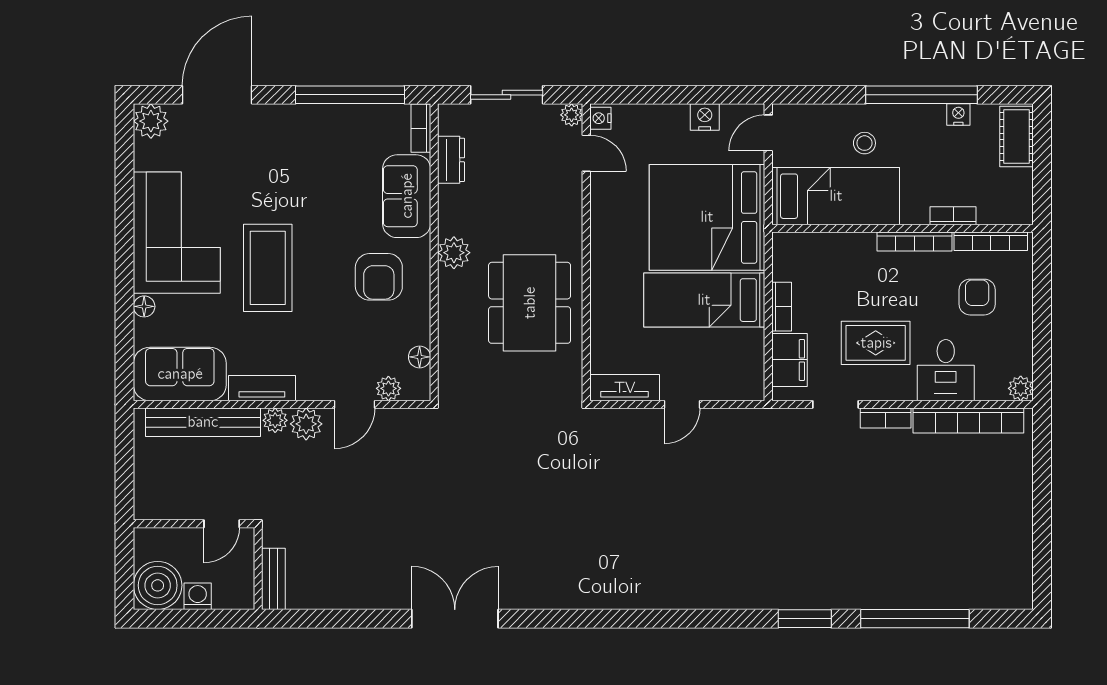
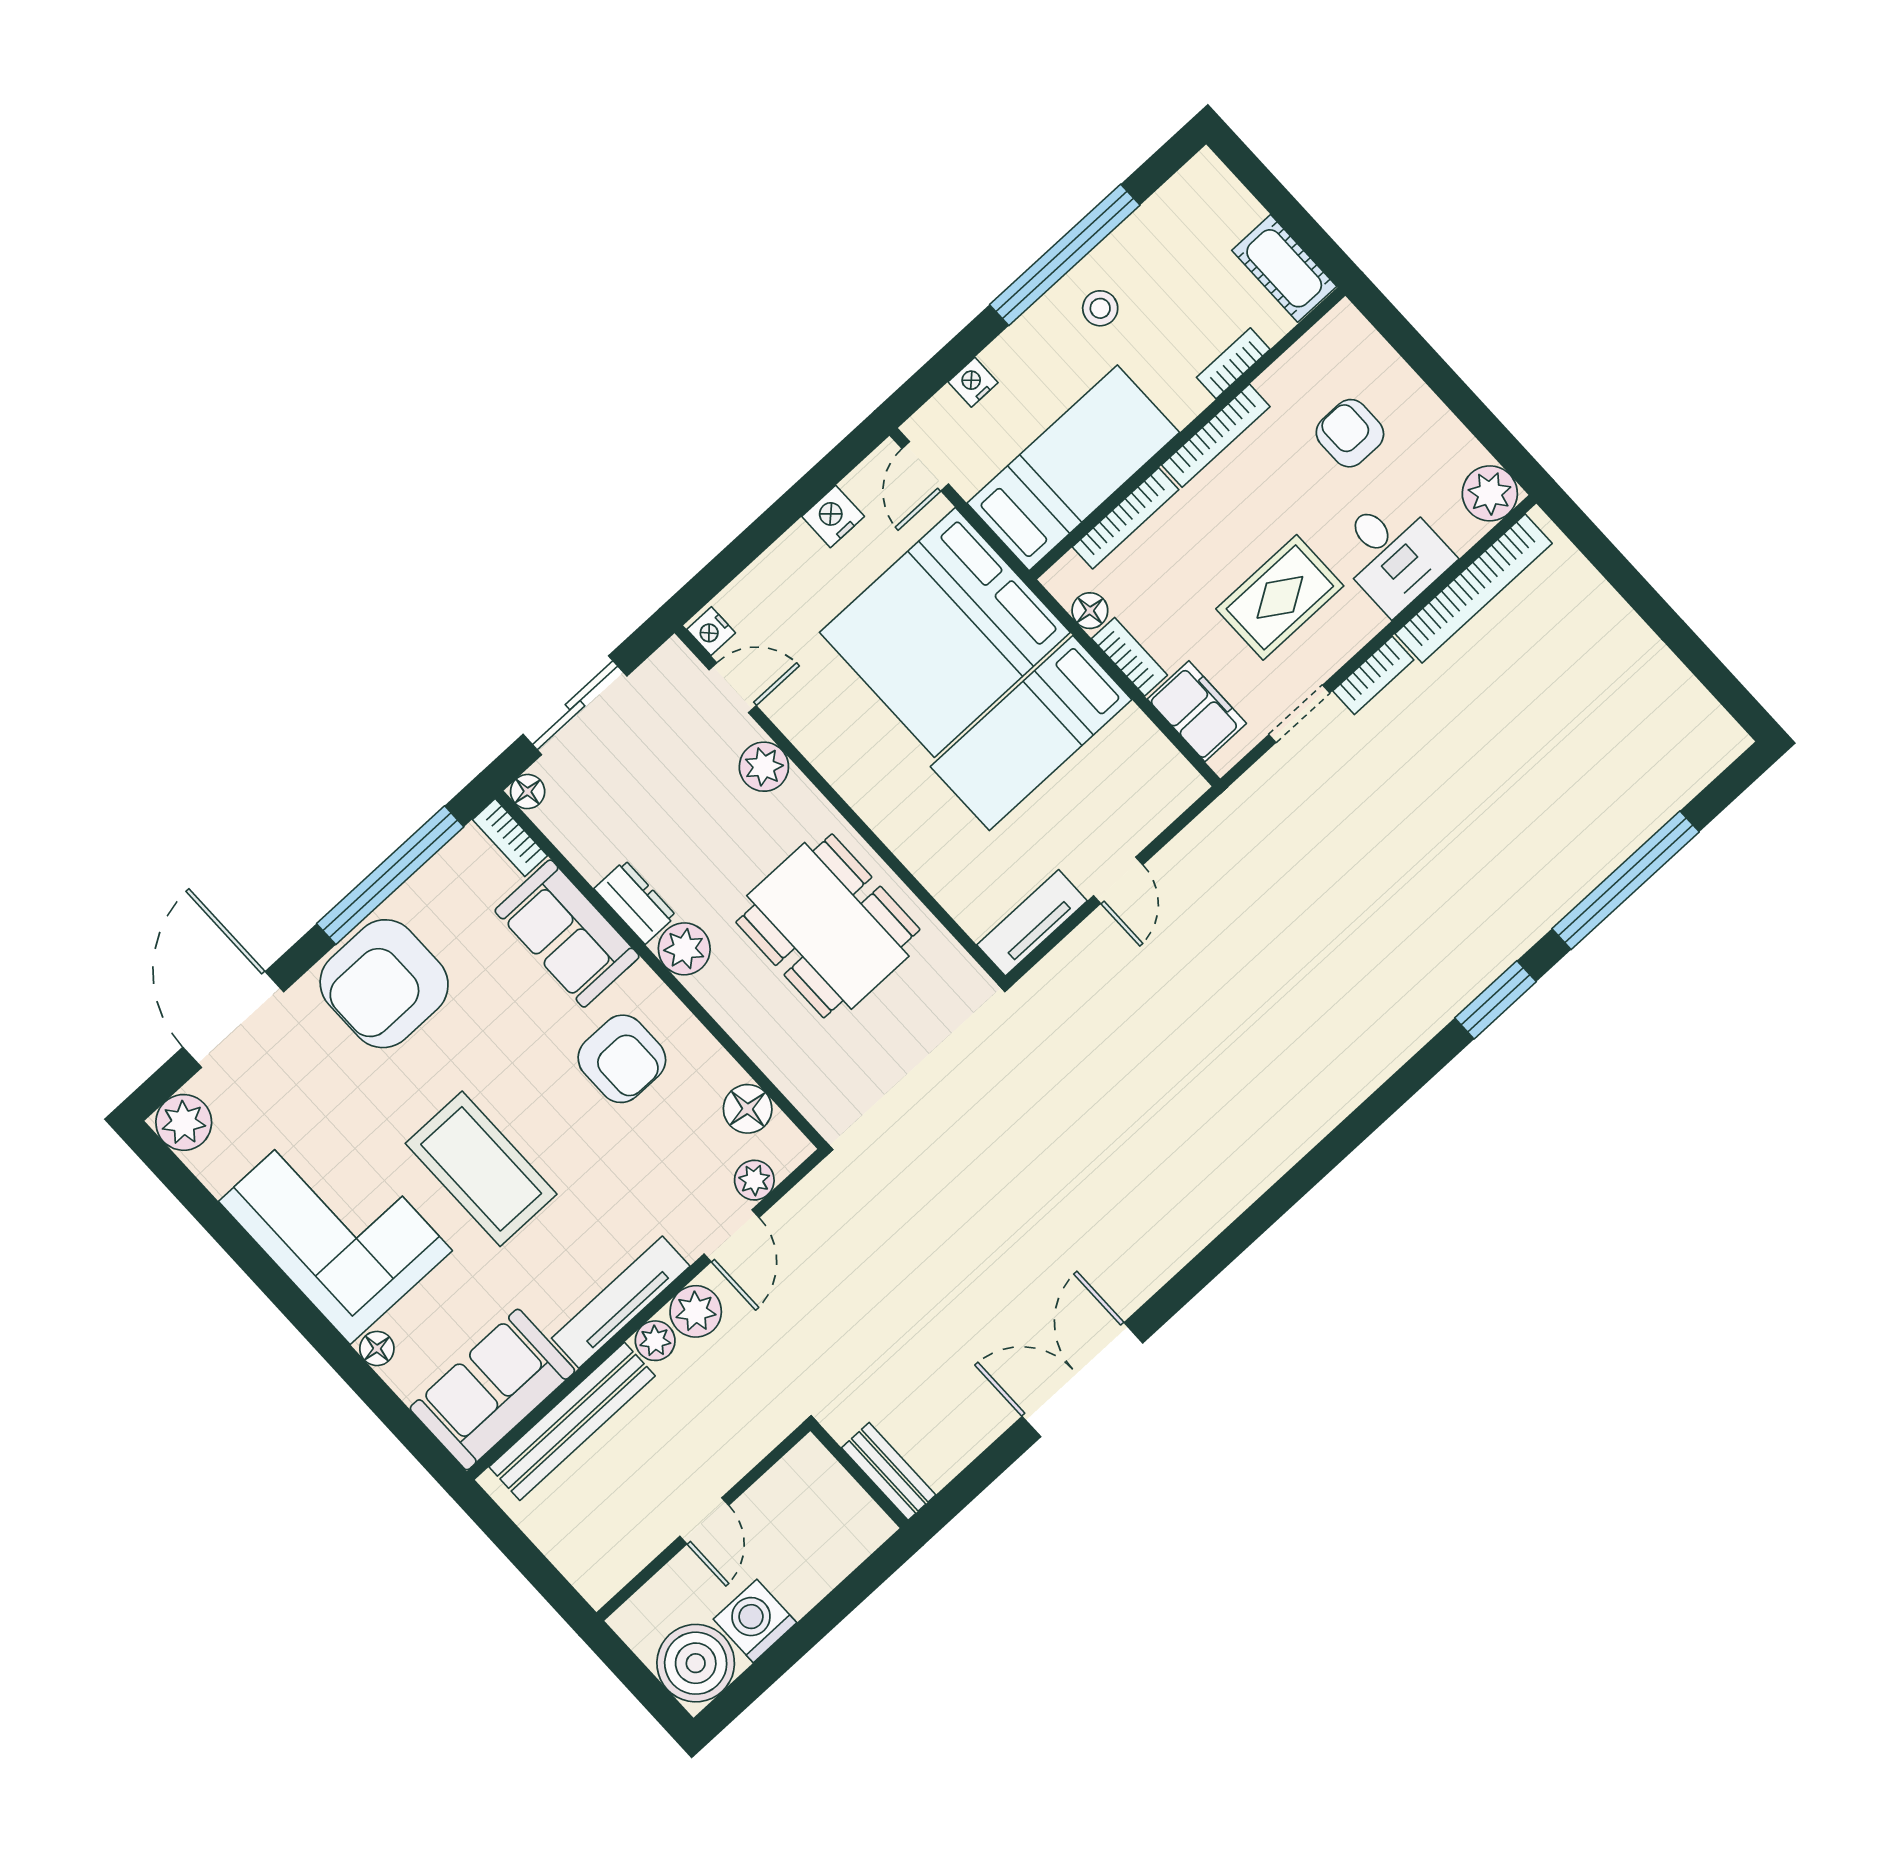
floor lamp: (448, 114) -> (528, 792), added
nightstand: (958, 114) -> (973, 382), moved
plant: (572, 115) -> (764, 767), moved, width x1.38, depth x1.38
cot: (1017, 137) -> (1284, 268), moved
armchair: (301, 142) -> (384, 984), added
stool: (864, 143) -> (1100, 308), moved
dresser: (451, 160) -> (635, 902), moved
bookcase: (991, 241) -> (1126, 518), moved
floor lamp: (783, 269) -> (1090, 611), added
floor lamp: (420, 357) -> (748, 1109), width x1.37, depth x1.37
tv unit: (262, 388) -> (621, 1302), width x1.41
plant: (1021, 388) -> (1490, 493), width x1.38, depth x1.38
wall: (258, 568) -> (859, 1476), moved
bench: (273, 579) -> (889, 1471), moved
washing machine: (198, 596) -> (755, 1621), width x1.38, depth x1.38

